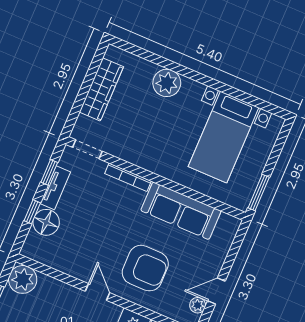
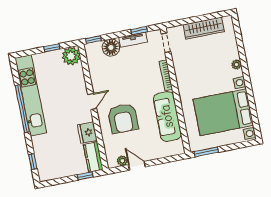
plant: (167, 83) -> (237, 65), width x0.53, depth x0.53
bed with nightstands: (224, 137) -> (223, 112), width x1.36
window: (32, 212) -> (93, 40), moved

